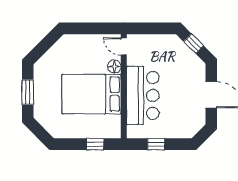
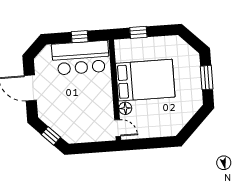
bar counter: (143, 95) -> (81, 58), moved, turned -90

